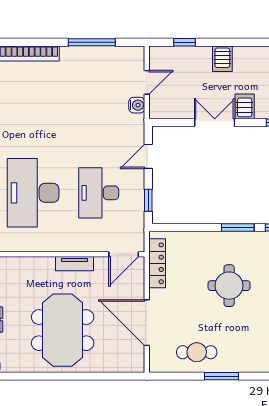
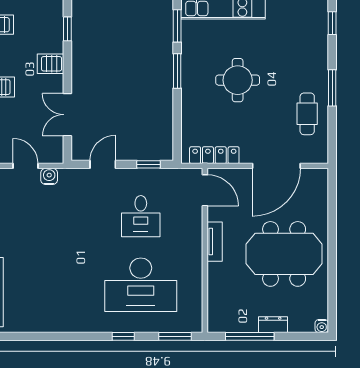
double door: (215, 123) -> (67, 115), moved
door: (148, 156) -> (103, 164), swing flipped
desk: (99, 193) -> (141, 216), width x0.73

